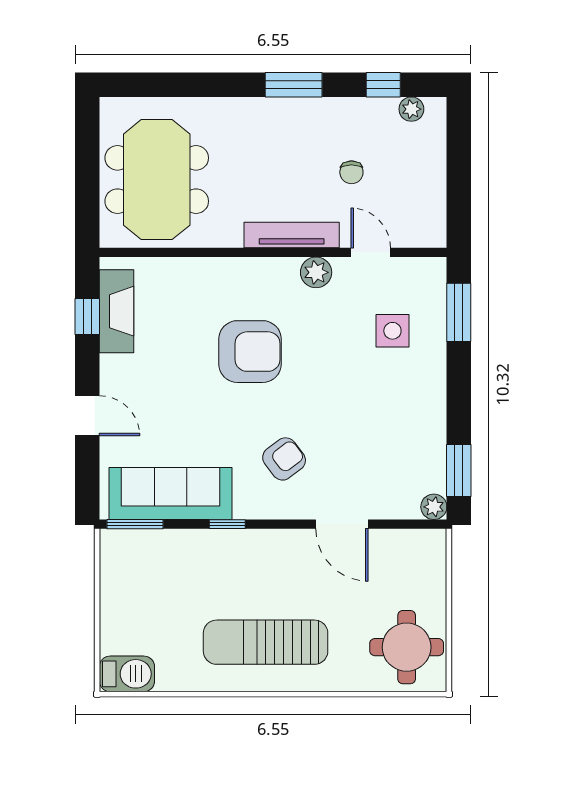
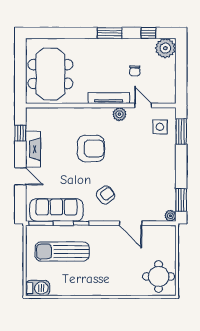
plant: (411, 109) -> (165, 48), width x1.87, depth x1.87
fireplace: (117, 311) -> (33, 149), moved
side table: (392, 331) -> (160, 127), moved
sun lounger: (266, 642) -> (62, 251), moved

